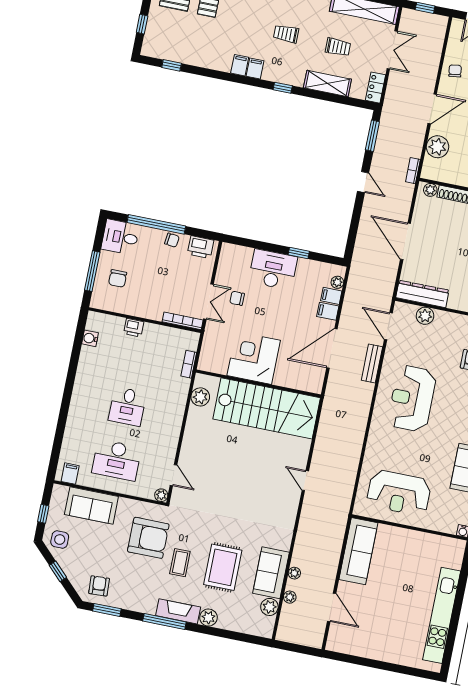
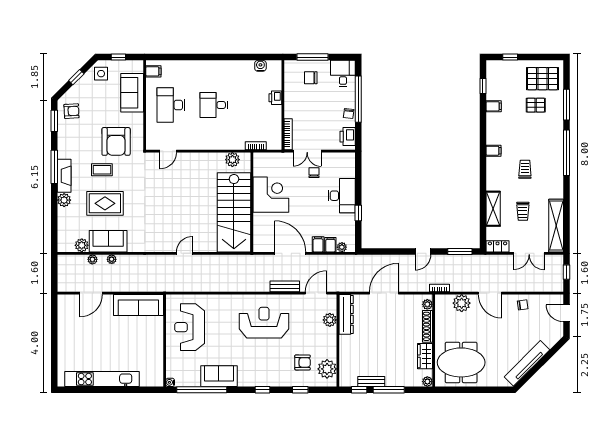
filing cabinet: (240, 65) -> (494, 106), moved
window: (283, 88) -> (483, 175), removed
plant: (161, 495) -> (151, 145), removed

